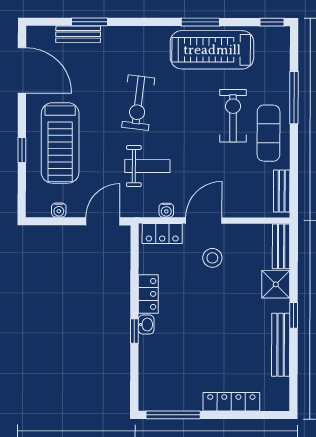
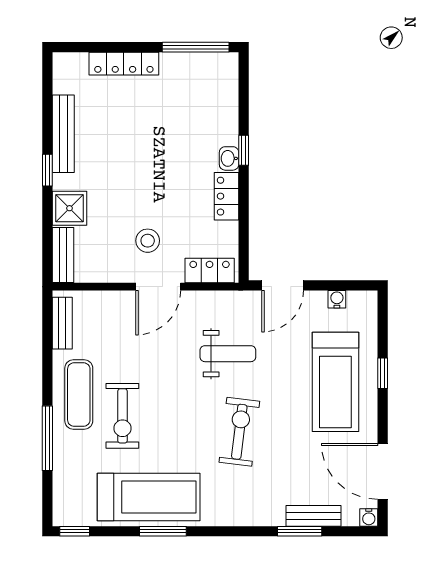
treadmill: (60, 143) -> (335, 382), turned 180
weight bench: (147, 166) -> (228, 354), turned 180
water cooler: (166, 210) -> (369, 517), moved, turned 180

